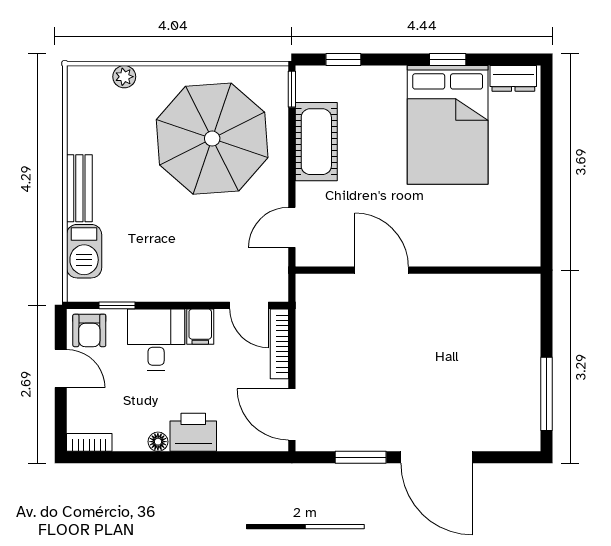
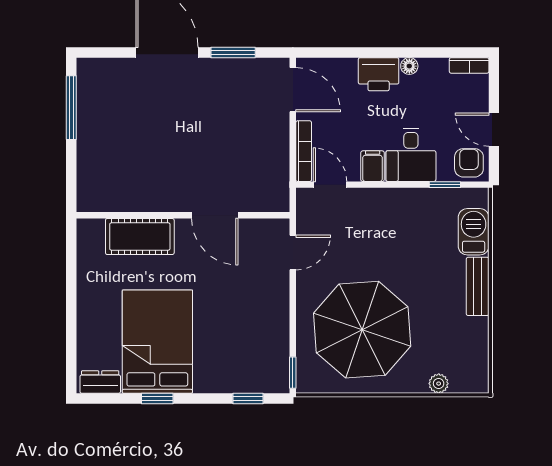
cot: (316, 142) -> (140, 236), moved, turned 90

